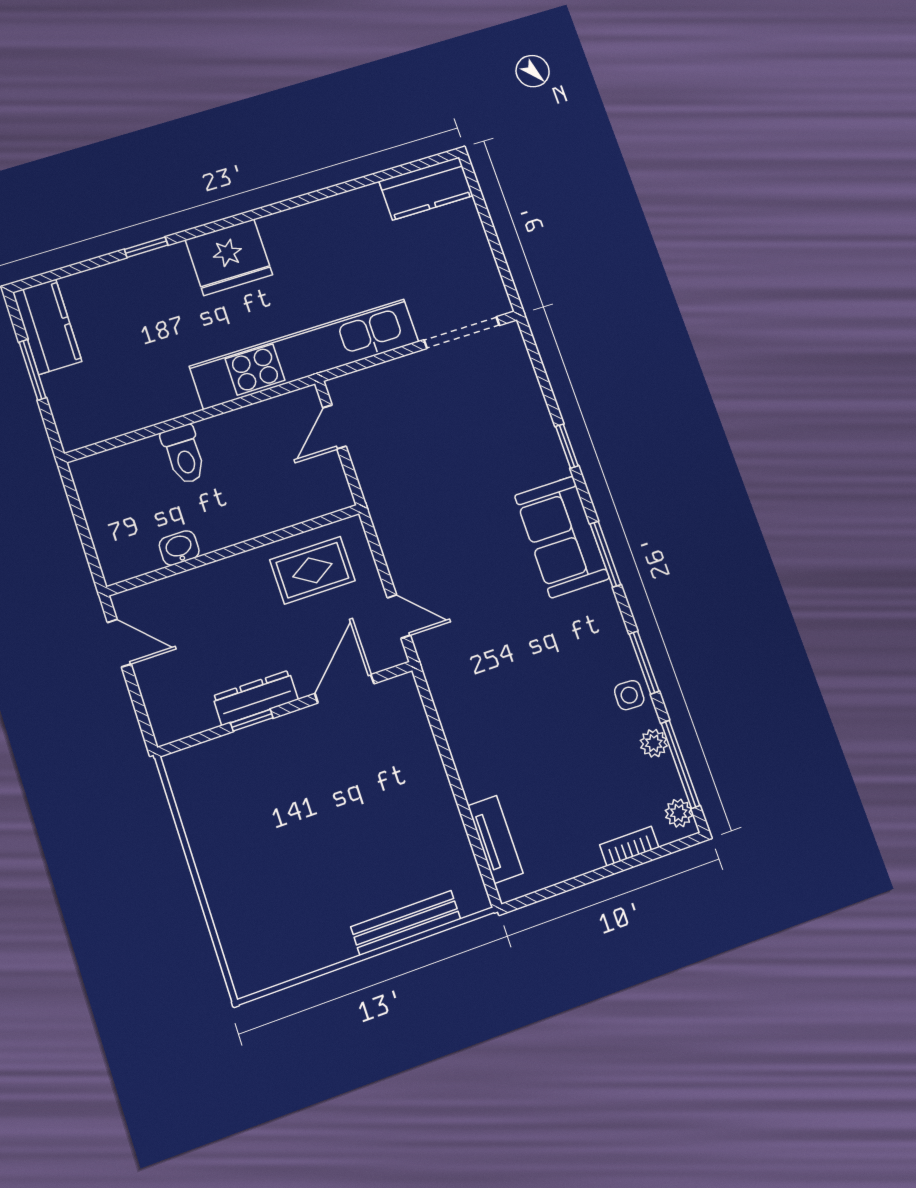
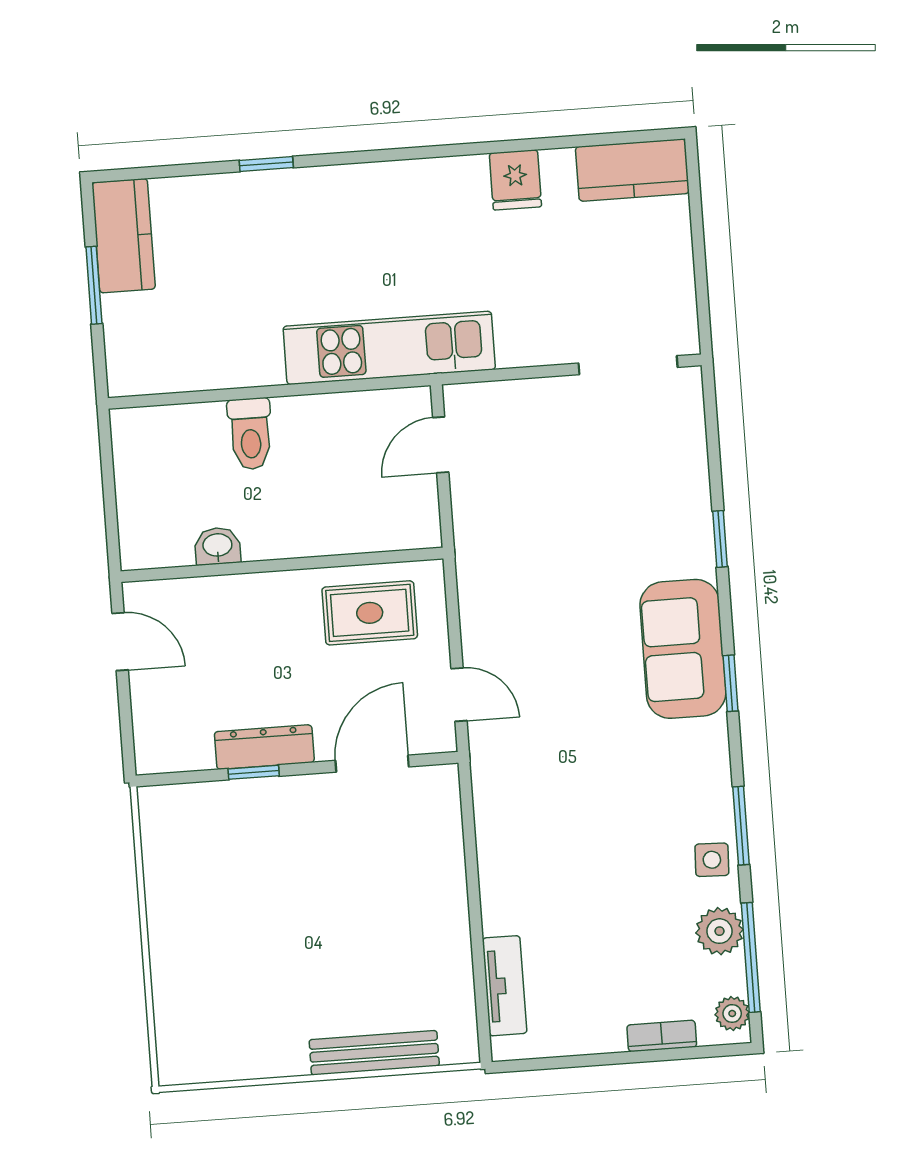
fridge: (229, 257) -> (515, 180), moved, width x0.53, depth x0.75
kitchen unit: (305, 354) -> (389, 348), width x0.73
window: (605, 554) -> (731, 683), width x0.67
plant: (654, 743) -> (719, 931), width x1.38, depth x1.38

